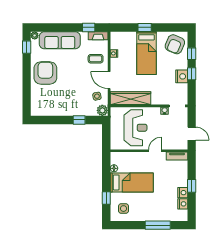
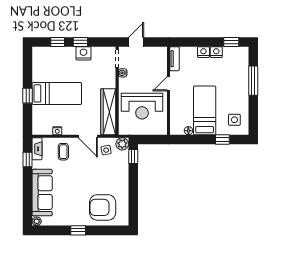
armchair: (175, 44) -> (47, 61), removed
window: (27, 47) -> (78, 230), moved
armchair: (45, 73) -> (103, 207), moved
door: (109, 80) -> (88, 136), hinge flipped
window: (79, 120) -> (133, 156), moved
reception desk: (135, 128) -> (142, 106), turned 180
door: (192, 134) -> (136, 42), moved
door: (155, 151) -> (168, 84), hinge flipped
window: (192, 186) -> (231, 42), moved
nightstand: (183, 204) -> (203, 52), moved

